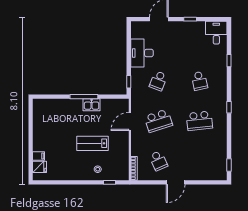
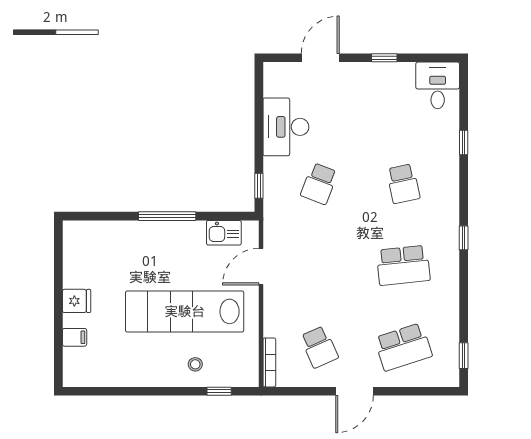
kitchen sink: (92, 105) -> (224, 233), moved
school desk: (158, 121) -> (403, 347), moved
lab bench: (92, 143) -> (185, 311), width x1.86, depth x1.39
fridge: (40, 167) -> (77, 301), moved

